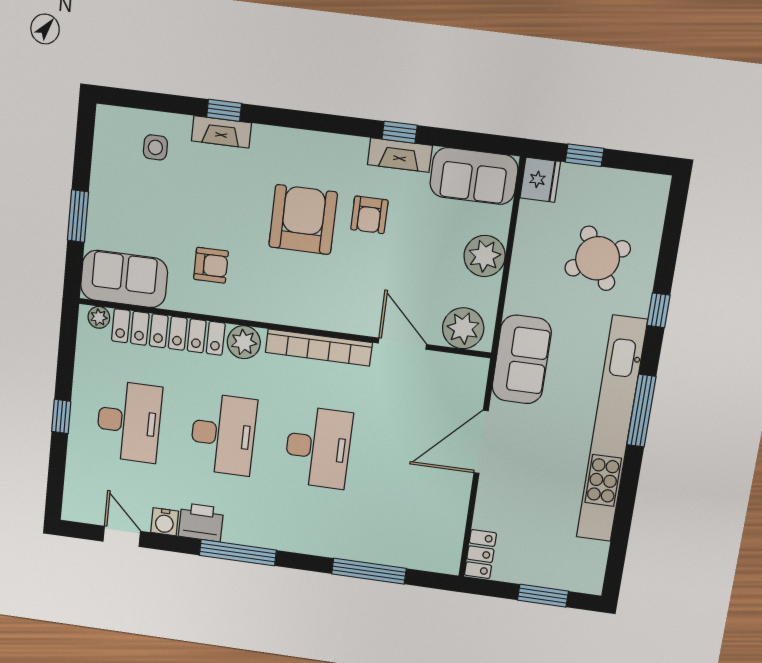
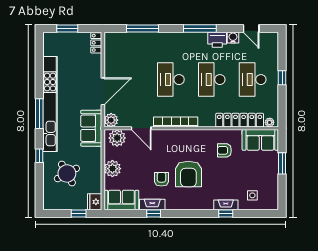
plant: (244, 342) -> (111, 120), moved

